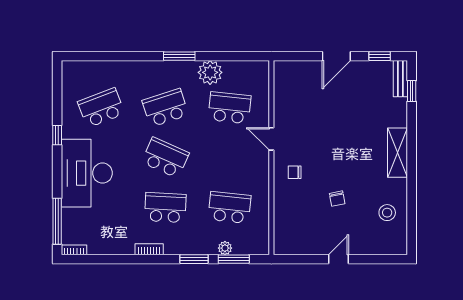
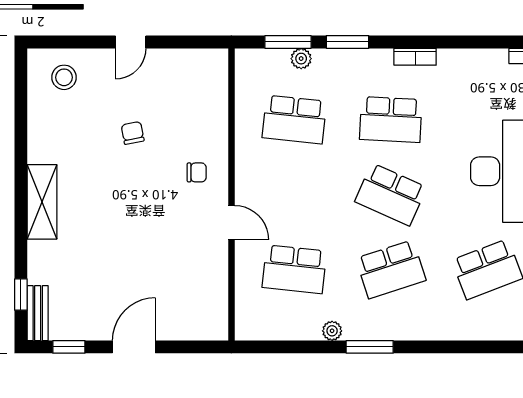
plant: (210, 72) -> (332, 331), width x0.53, depth x0.53
stool: (387, 213) -> (64, 77), moved

